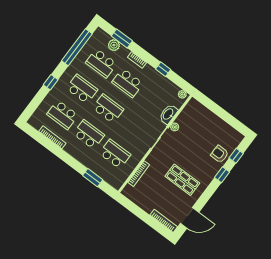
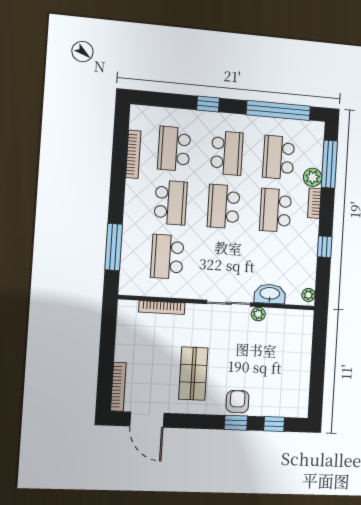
window: (122, 38) -> (329, 164), width x1.44
plant: (114, 45) -> (313, 177), moved
school desk: (108, 109) -> (224, 206), turned 180
school desk: (115, 154) -> (167, 257), turned 180
armchair: (220, 154) -> (237, 402), moved
window: (93, 178) -> (114, 247), width x1.44

